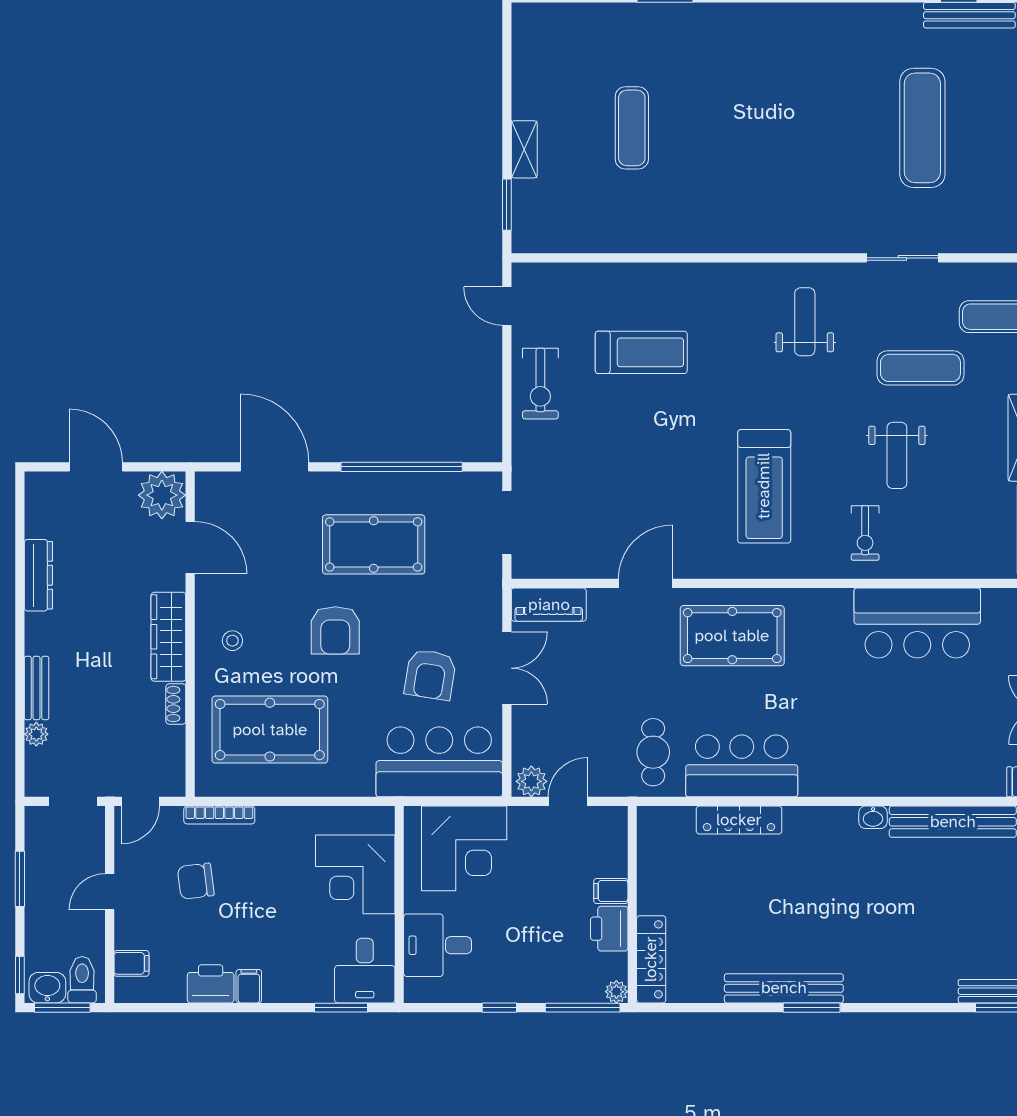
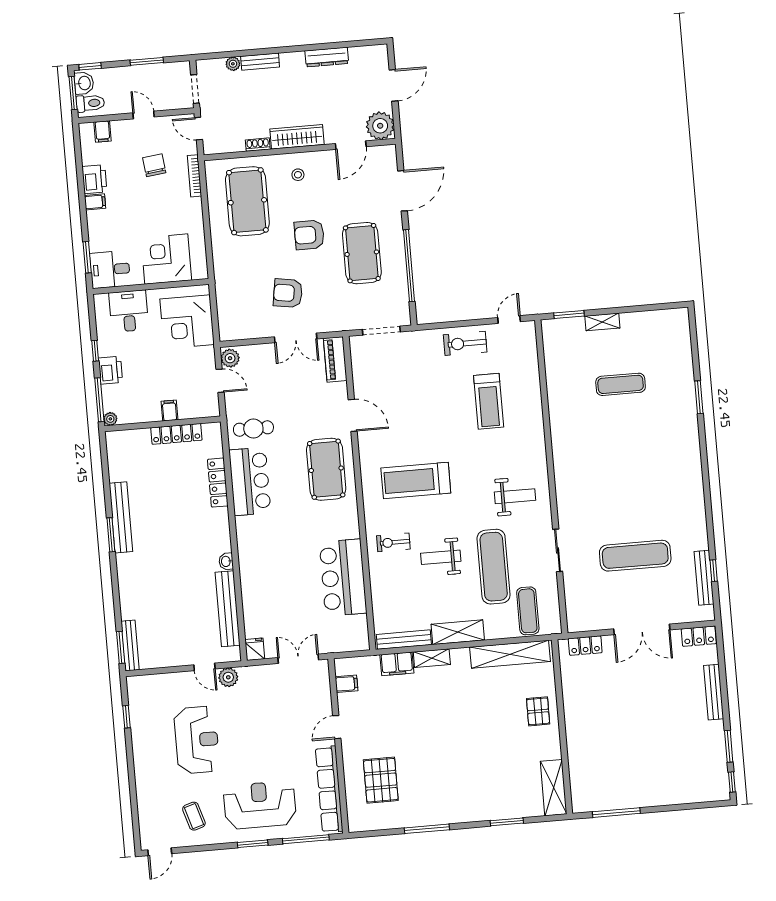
exercise mat: (920, 368) -> (494, 567), width x1.36, depth x1.45
bar counter: (439, 762) -> (237, 303), removed
printer: (609, 929) -> (110, 370), moved, turned 90
locker: (651, 959) -> (176, 434), moved

